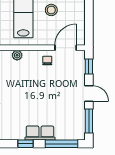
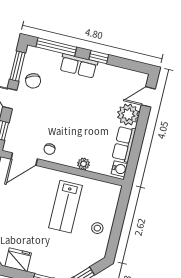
stool: (51, 10) -> (30, 208), removed
chair: (74, 112) -> (33, 81), added

